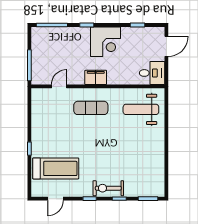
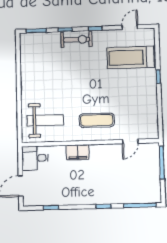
corner desk: (106, 42) -> (84, 189), removed
filing cabinet: (96, 77) -> (78, 152), moved

